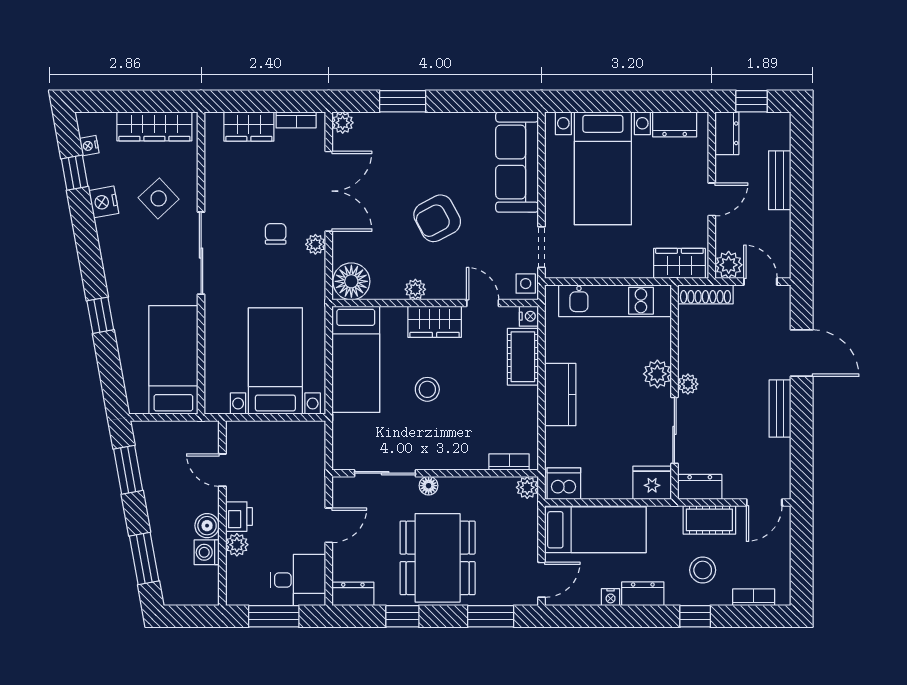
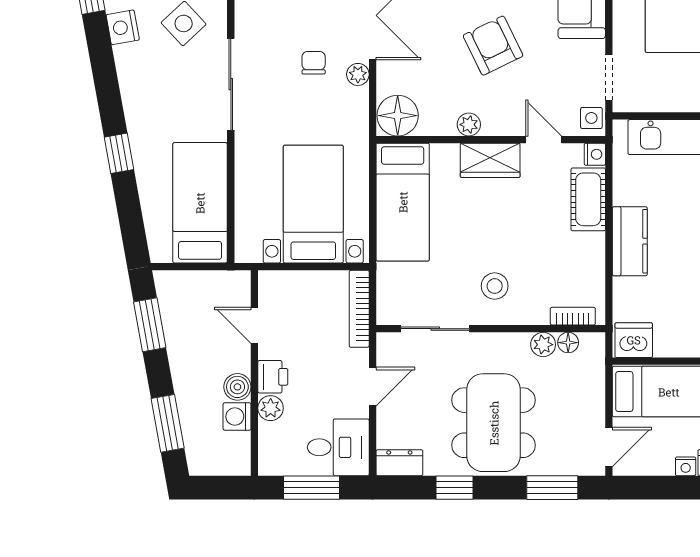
armchair: (437, 218) -> (493, 46), turned 92
stool: (427, 389) -> (495, 286), moved
bookcase: (317, 455) -> (359, 309), added
floor lamp: (429, 486) -> (568, 343), moved
plant: (527, 487) -> (543, 345), moved

